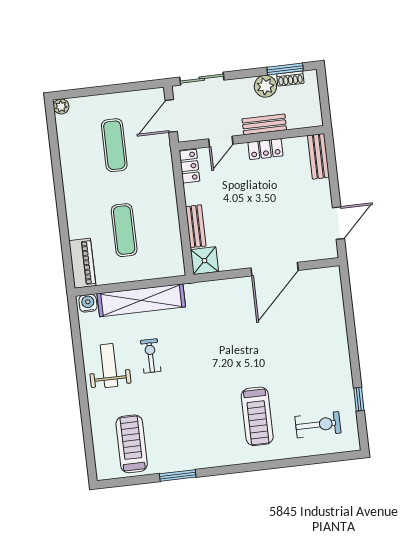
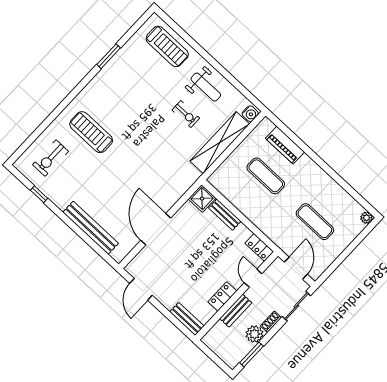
shoe rack: (290, 79) -> (271, 322), moved
piano: (82, 263) -> (285, 145), moved
bench: (336, 324) -> (91, 228), added
treadmill: (132, 444) -> (167, 46), moved

